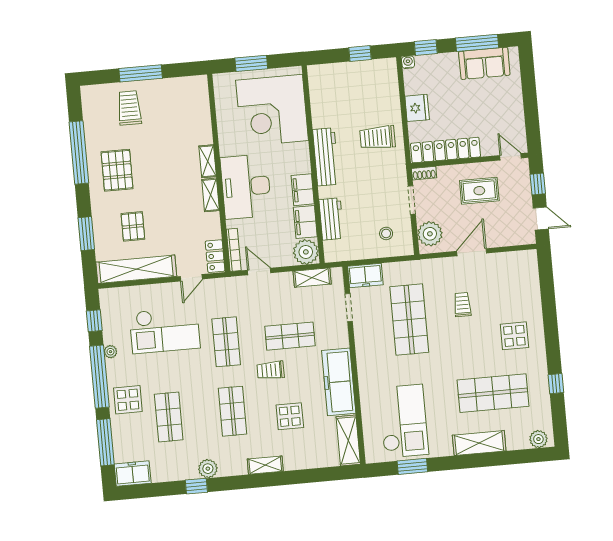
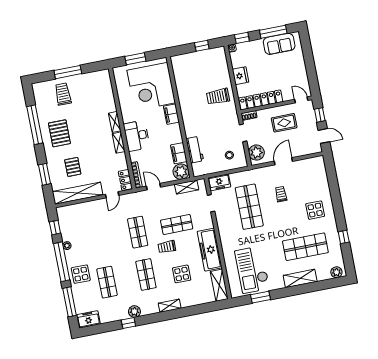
workbench: (326, 157) -> (187, 112), removed
desk: (246, 187) -> (137, 136), width x0.73, depth x0.77
filing cabinet: (303, 190) -> (171, 114), moved
checkout: (165, 330) -> (99, 229), removed
checkout: (404, 421) -> (252, 270), turned 180

